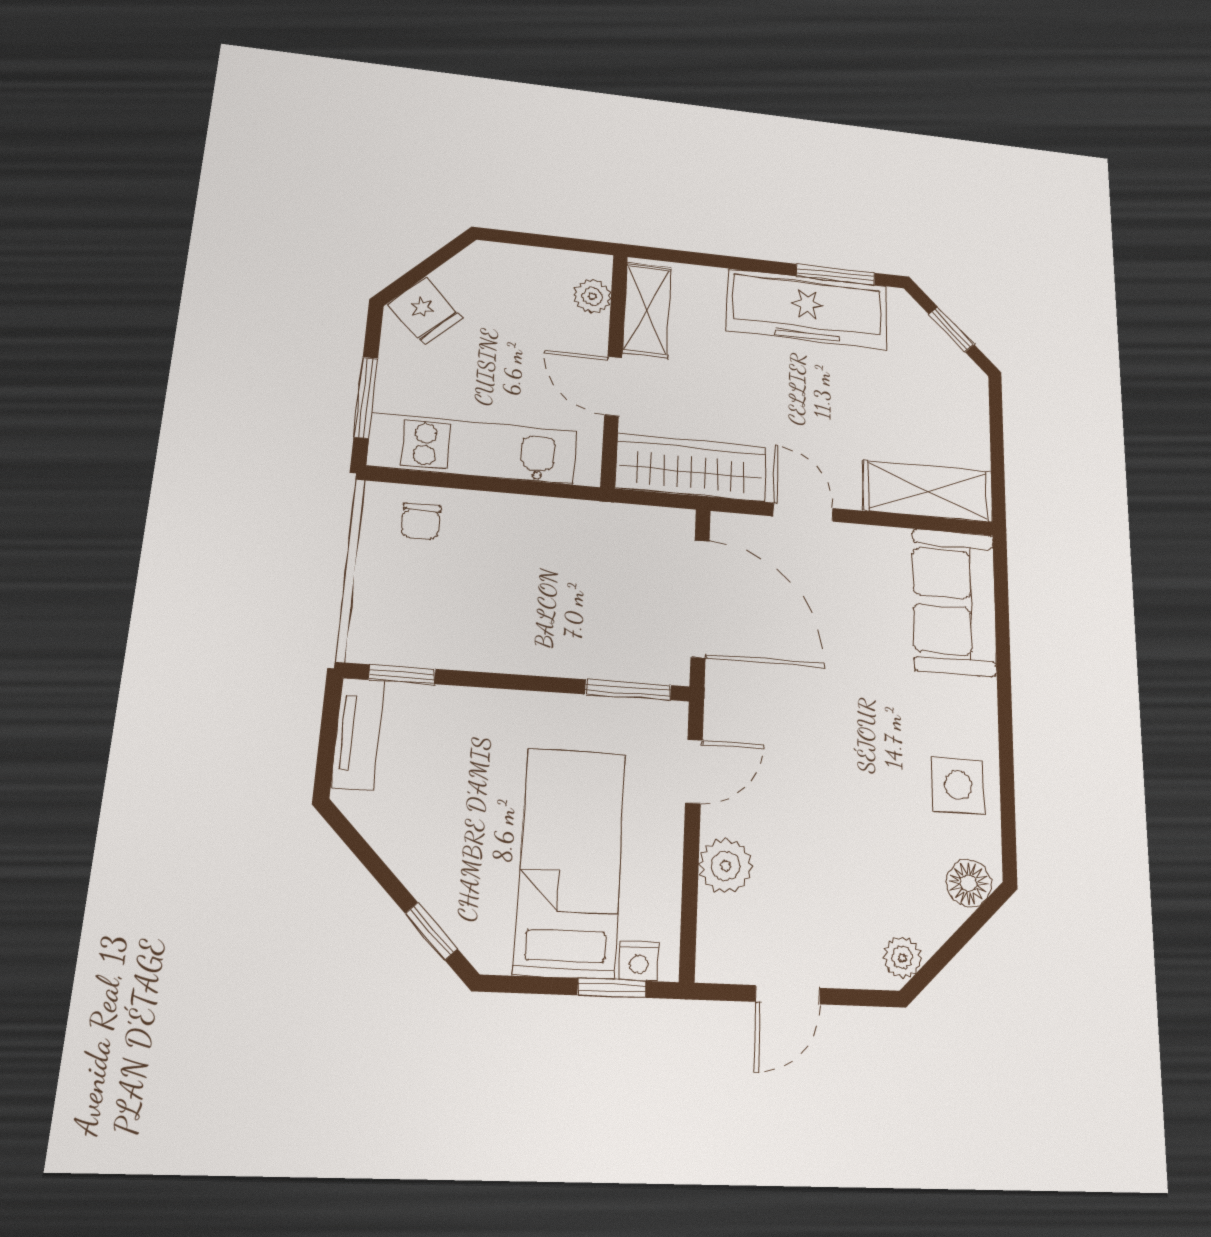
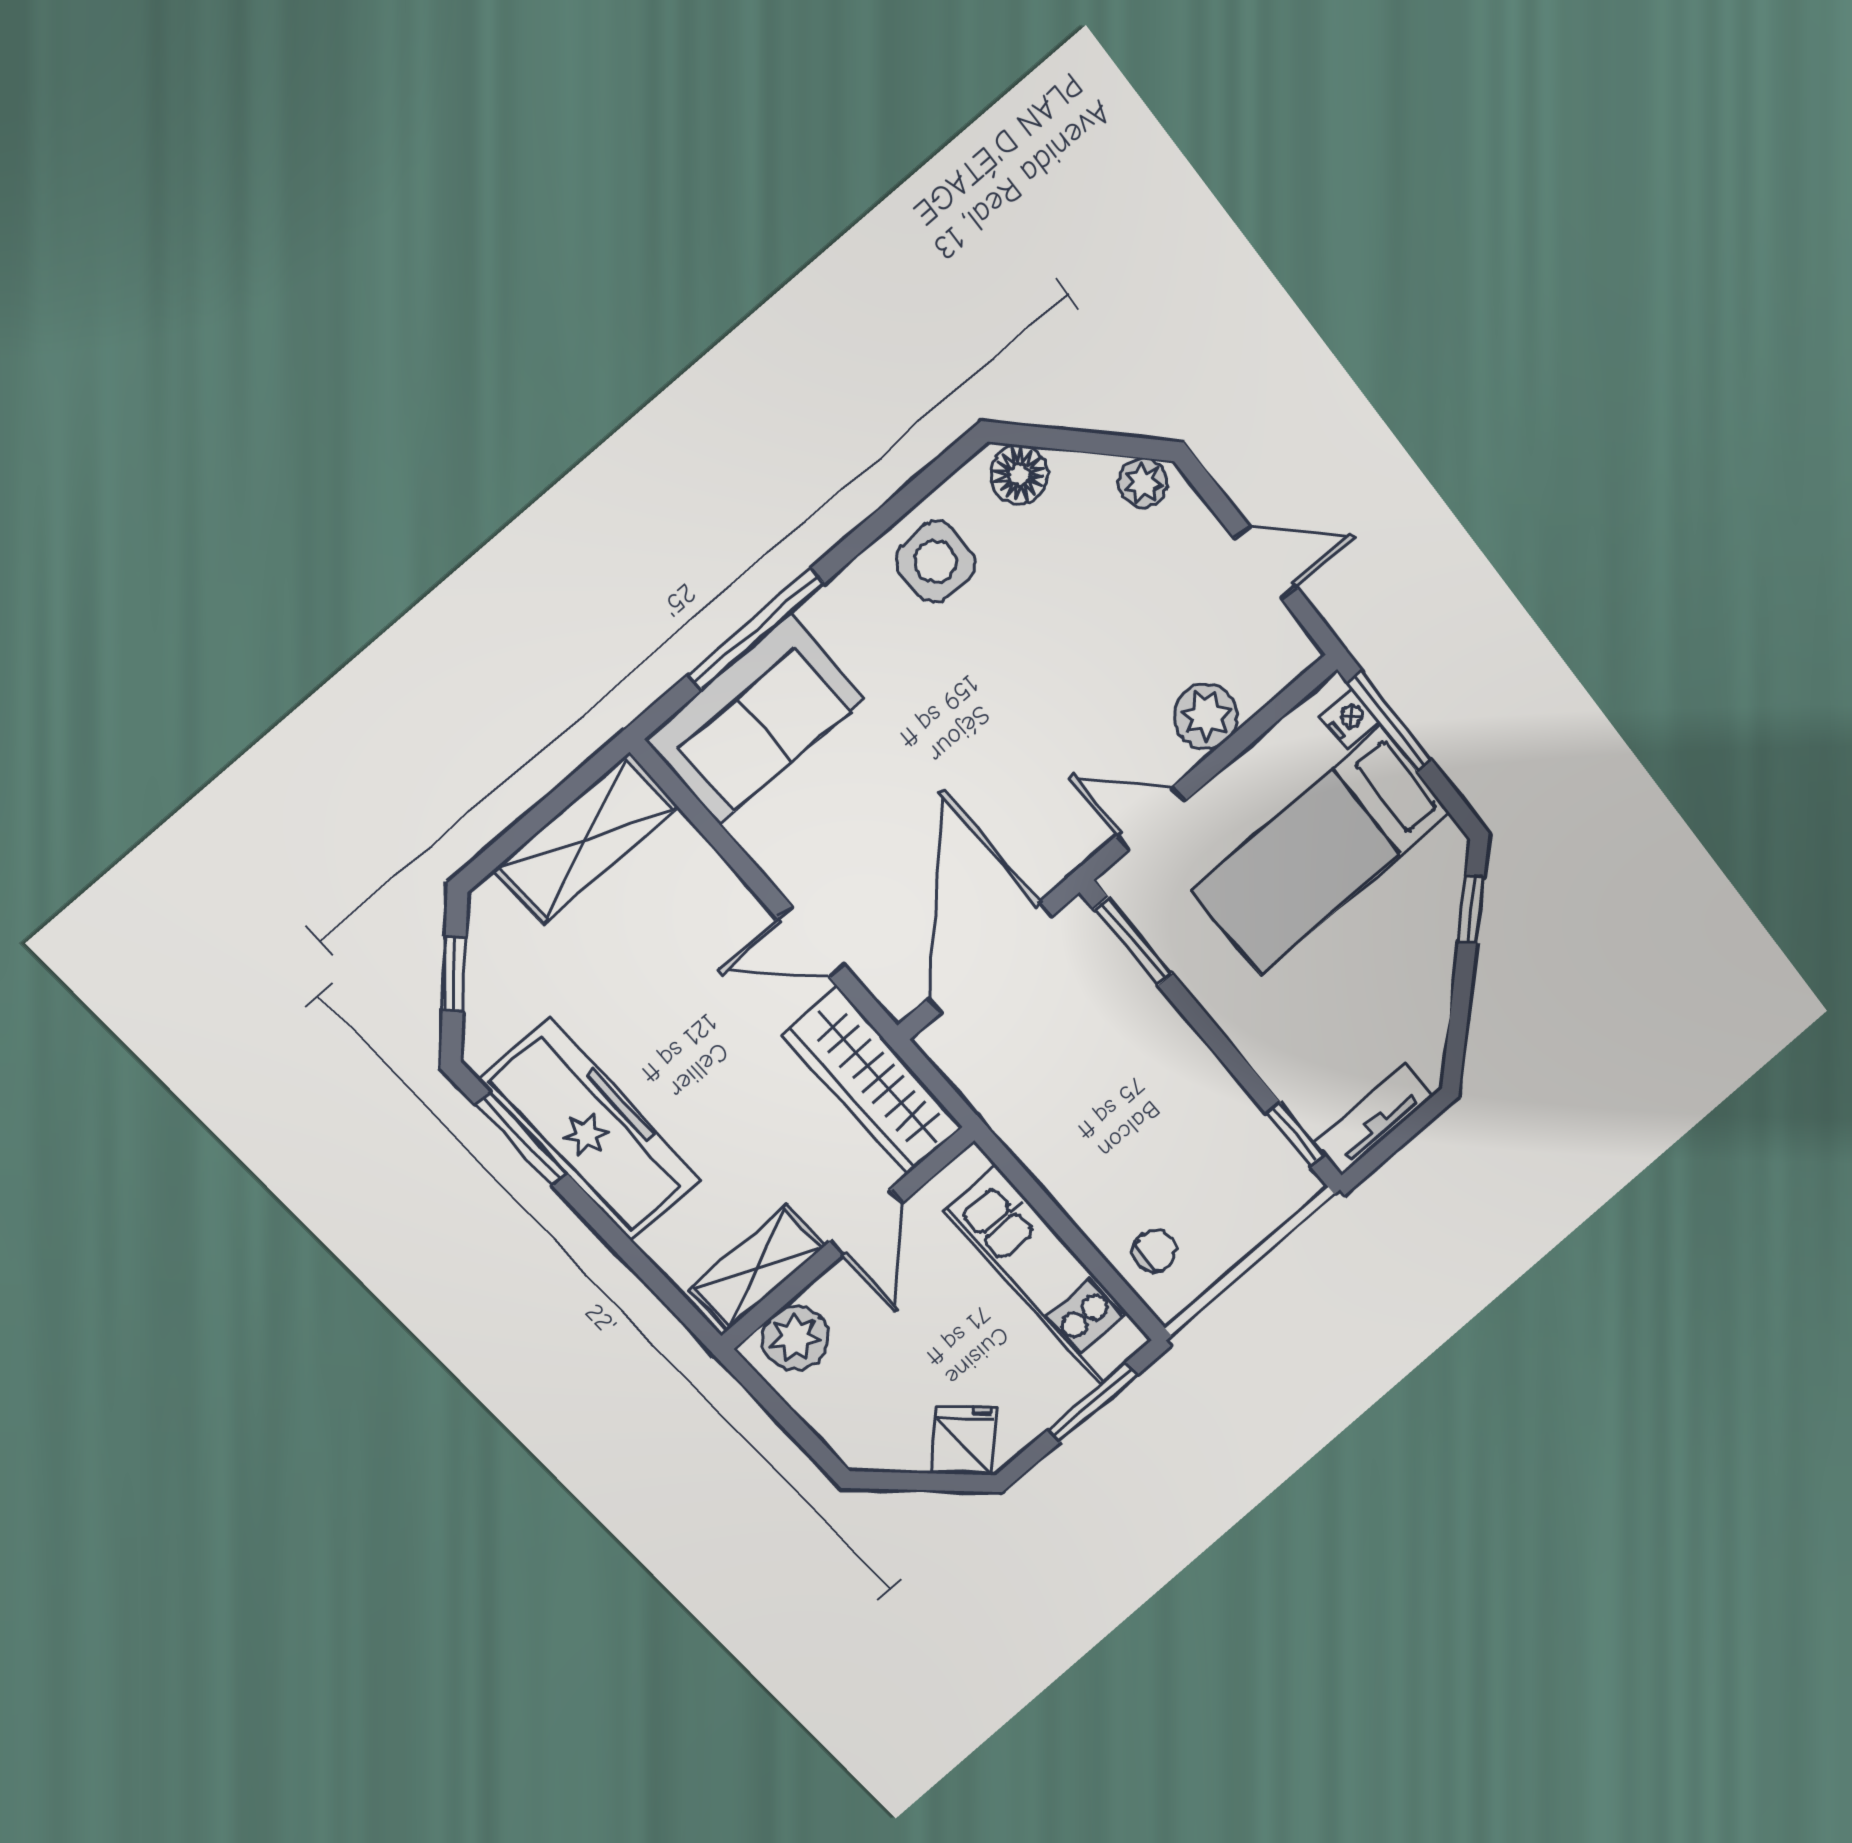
plant: (592, 296) -> (795, 1338), width x1.38, depth x1.38
shelving: (928, 491) -> (586, 838), moved, turned 90
door: (803, 512) -> (811, 942), hinge flipped
window: (1003, 650) -> (756, 629), added
window: (612, 988) -> (1390, 721), width x1.50

